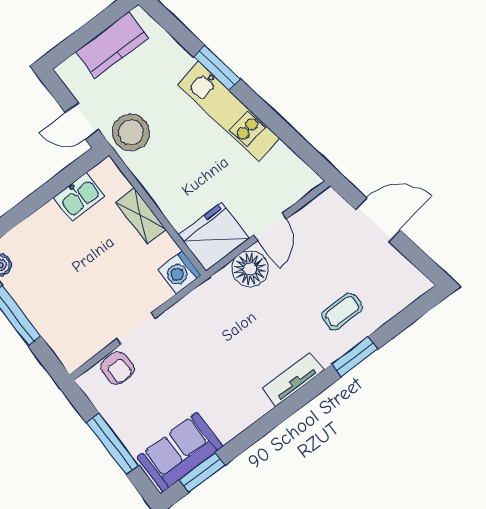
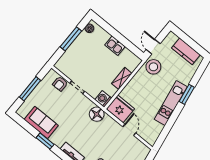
kitchen sink: (79, 197) -> (115, 46), moved
door: (270, 227) -> (129, 130), swing flipped
floor lamp: (250, 269) -> (97, 114), moved
sofa: (180, 452) -> (41, 122), moved
window: (202, 473) -> (45, 141), moved

